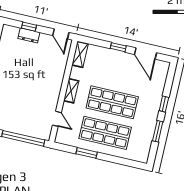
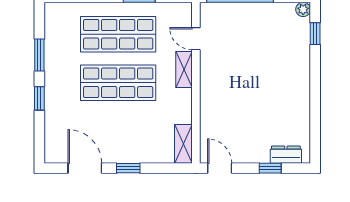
dresser: (29, 35) -> (286, 155), moved
shelving: (71, 91) -> (184, 70), moved

